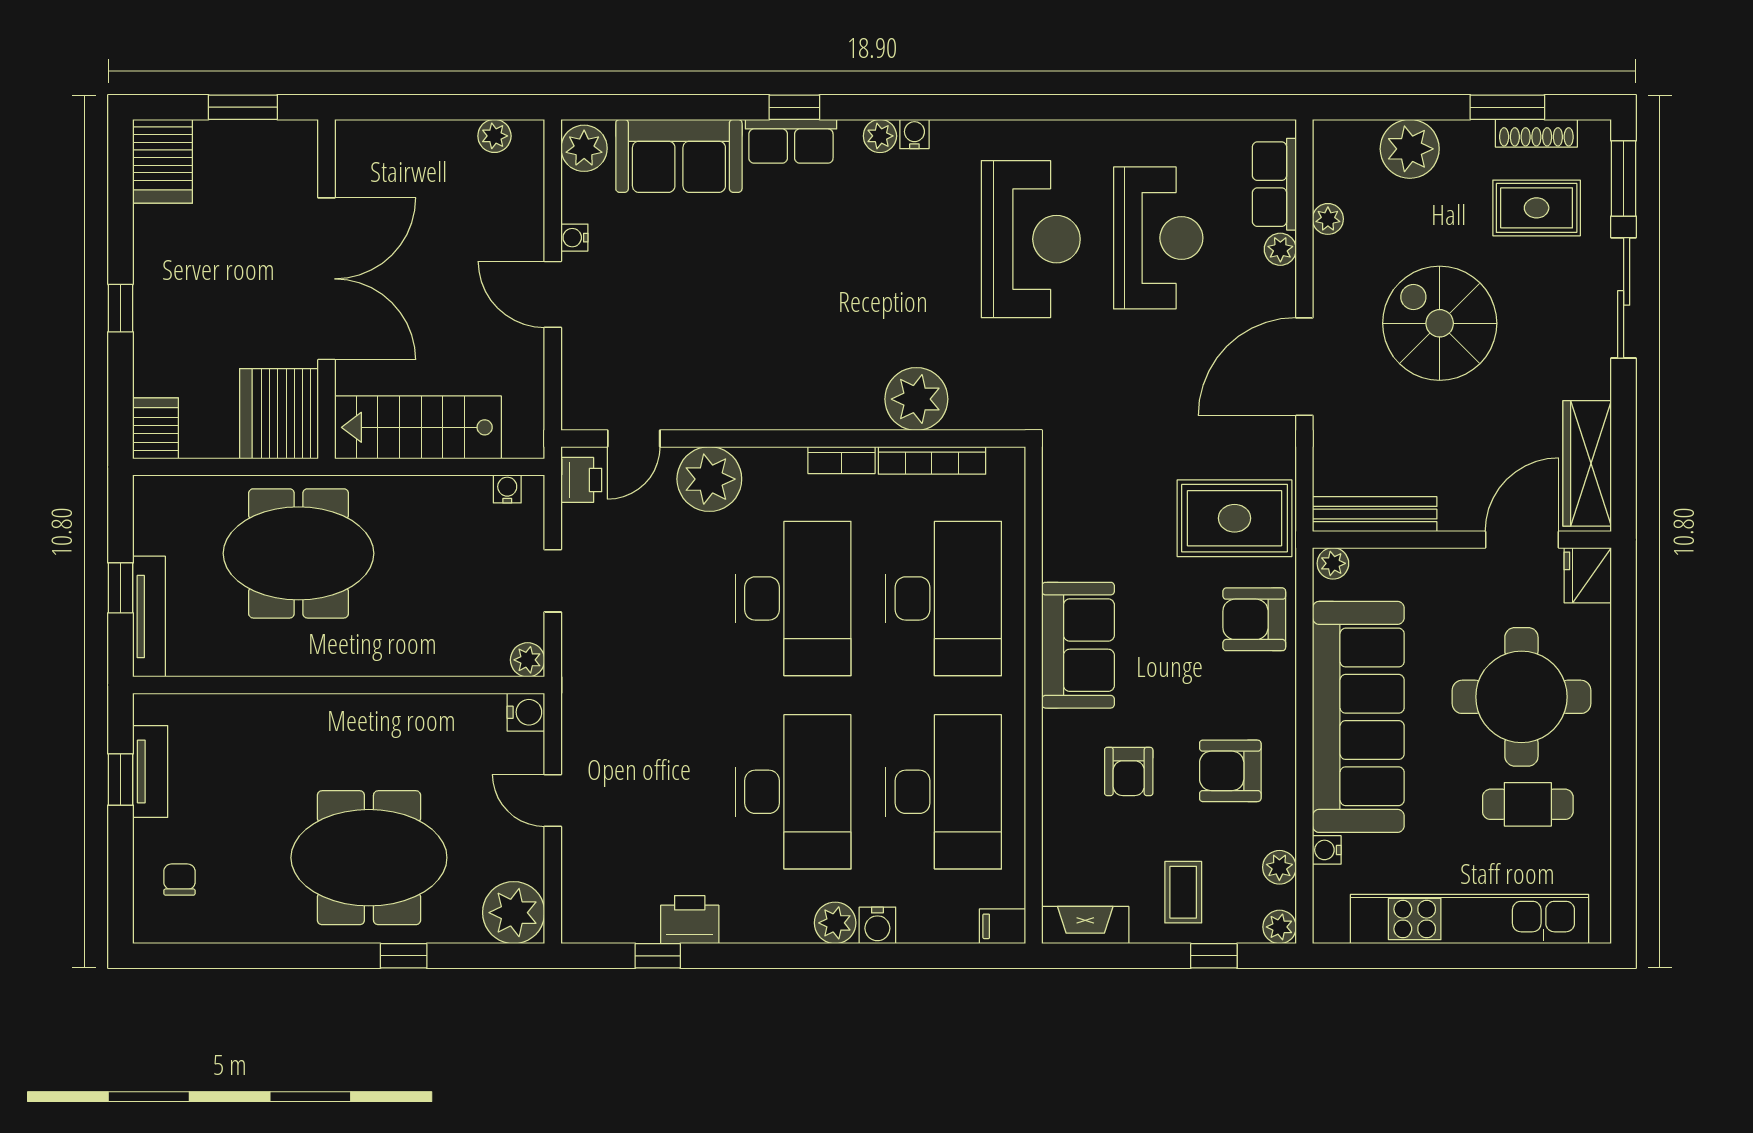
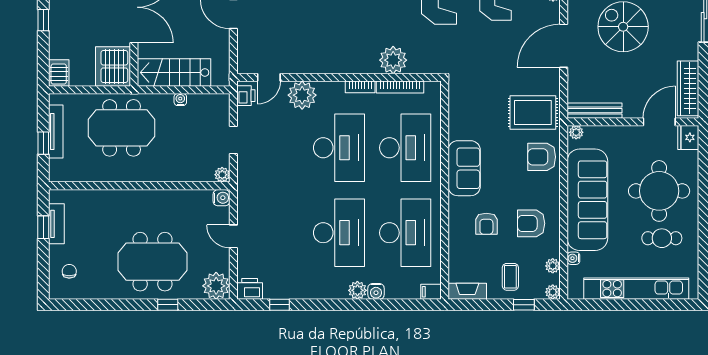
water cooler: (507, 489) -> (180, 100), moved
tv unit: (149, 617) -> (56, 132), moved
printer: (690, 920) -> (250, 289), moved

